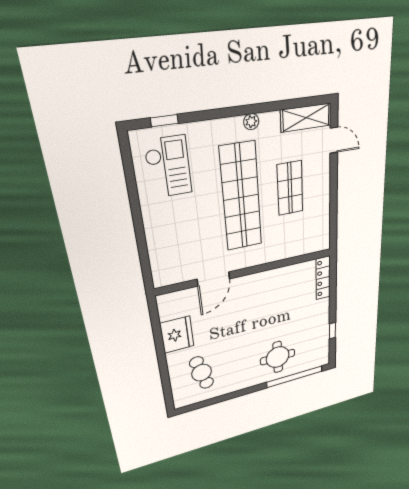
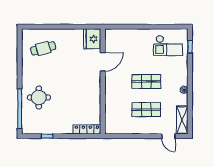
door: (334, 140) -> (168, 136), hinge flipped
shop shelf: (241, 197) -> (146, 81), width x0.50, depth x0.74
door: (213, 279) -> (103, 62), swing flipped
fridge: (177, 335) -> (92, 39), moved, turned 90

